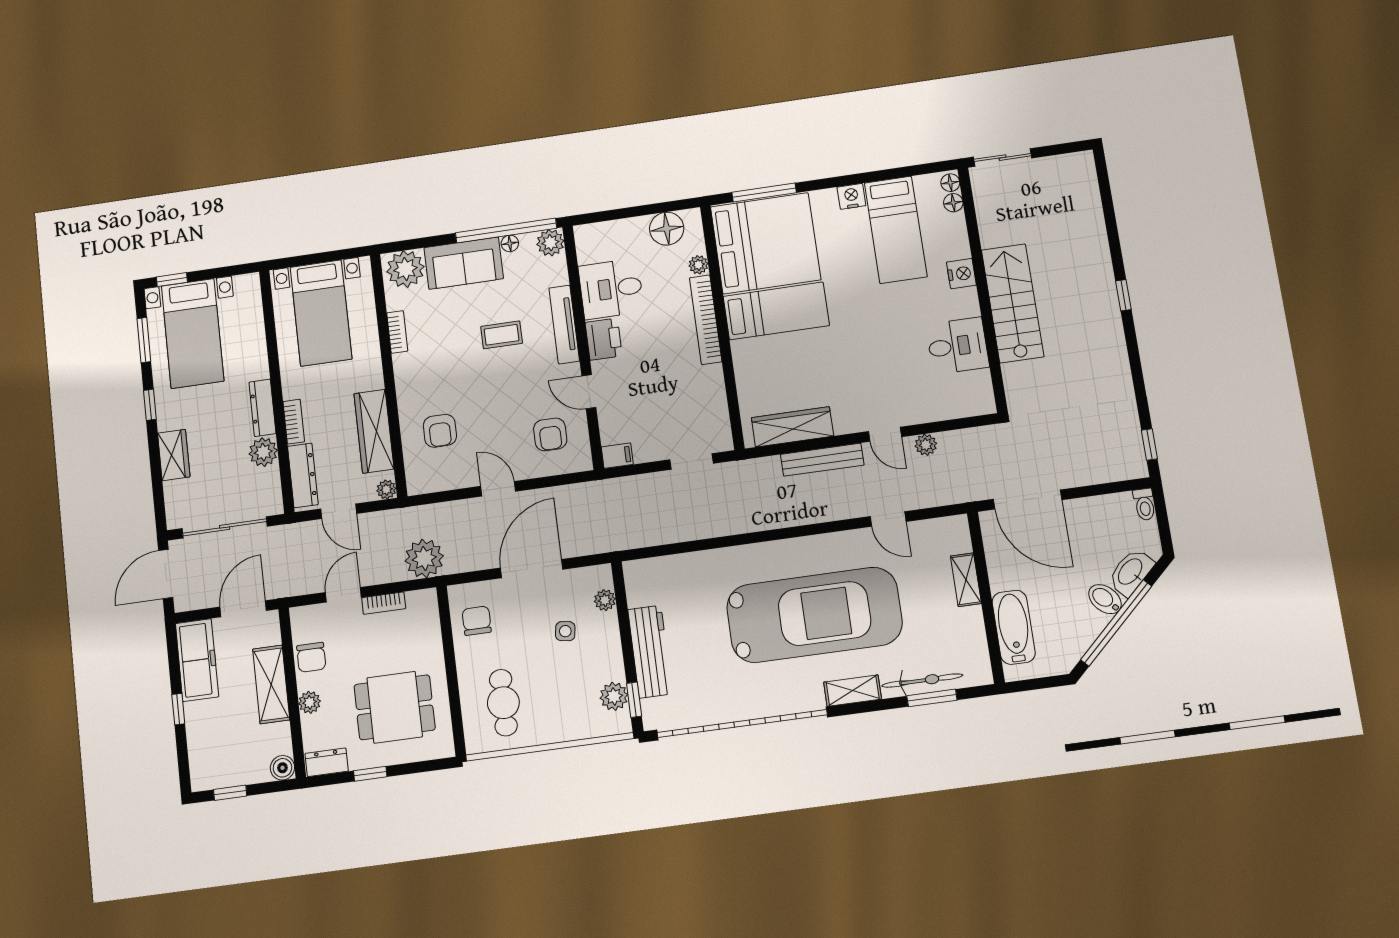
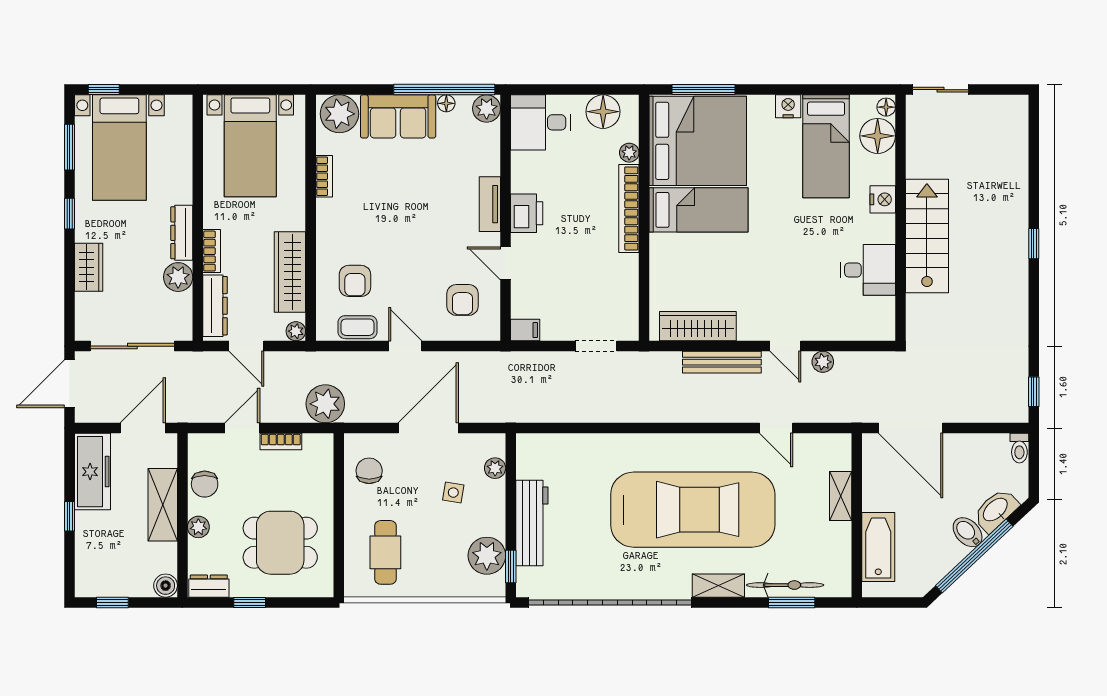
floor lamp: (953, 203) -> (878, 136), width x1.89, depth x1.89
desk: (611, 289) -> (540, 122), moved
tv unit: (564, 324) -> (490, 204), width x0.71
coffee table: (502, 335) -> (358, 327), moved
plant: (614, 696) -> (487, 556), width x1.36, depth x1.36

